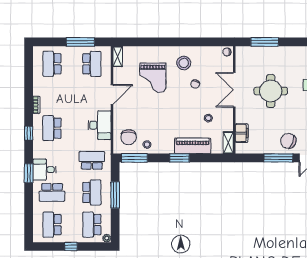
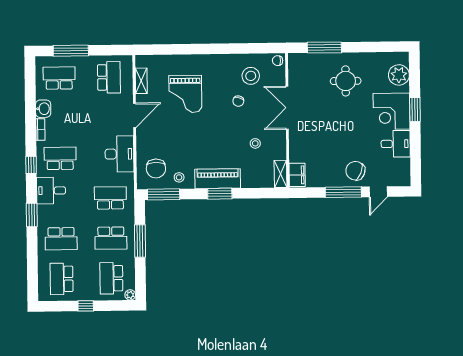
window: (80, 42) -> (71, 51), moved
shelving: (118, 56) -> (141, 81), moved
stool: (184, 63) -> (251, 76), moved
school desk: (52, 64) -> (59, 78), turned 90
washbasin: (39, 88) -> (43, 109), added
round table: (271, 91) -> (346, 81), moved, width x0.73, depth x0.73
school desk: (52, 128) -> (60, 158), turned 90
filing cabinet: (242, 133) -> (297, 175), moved
piano: (193, 146) -> (218, 179), moved
desk: (44, 170) -> (51, 191), moved
school desk: (92, 192) -> (111, 238), turned 90

